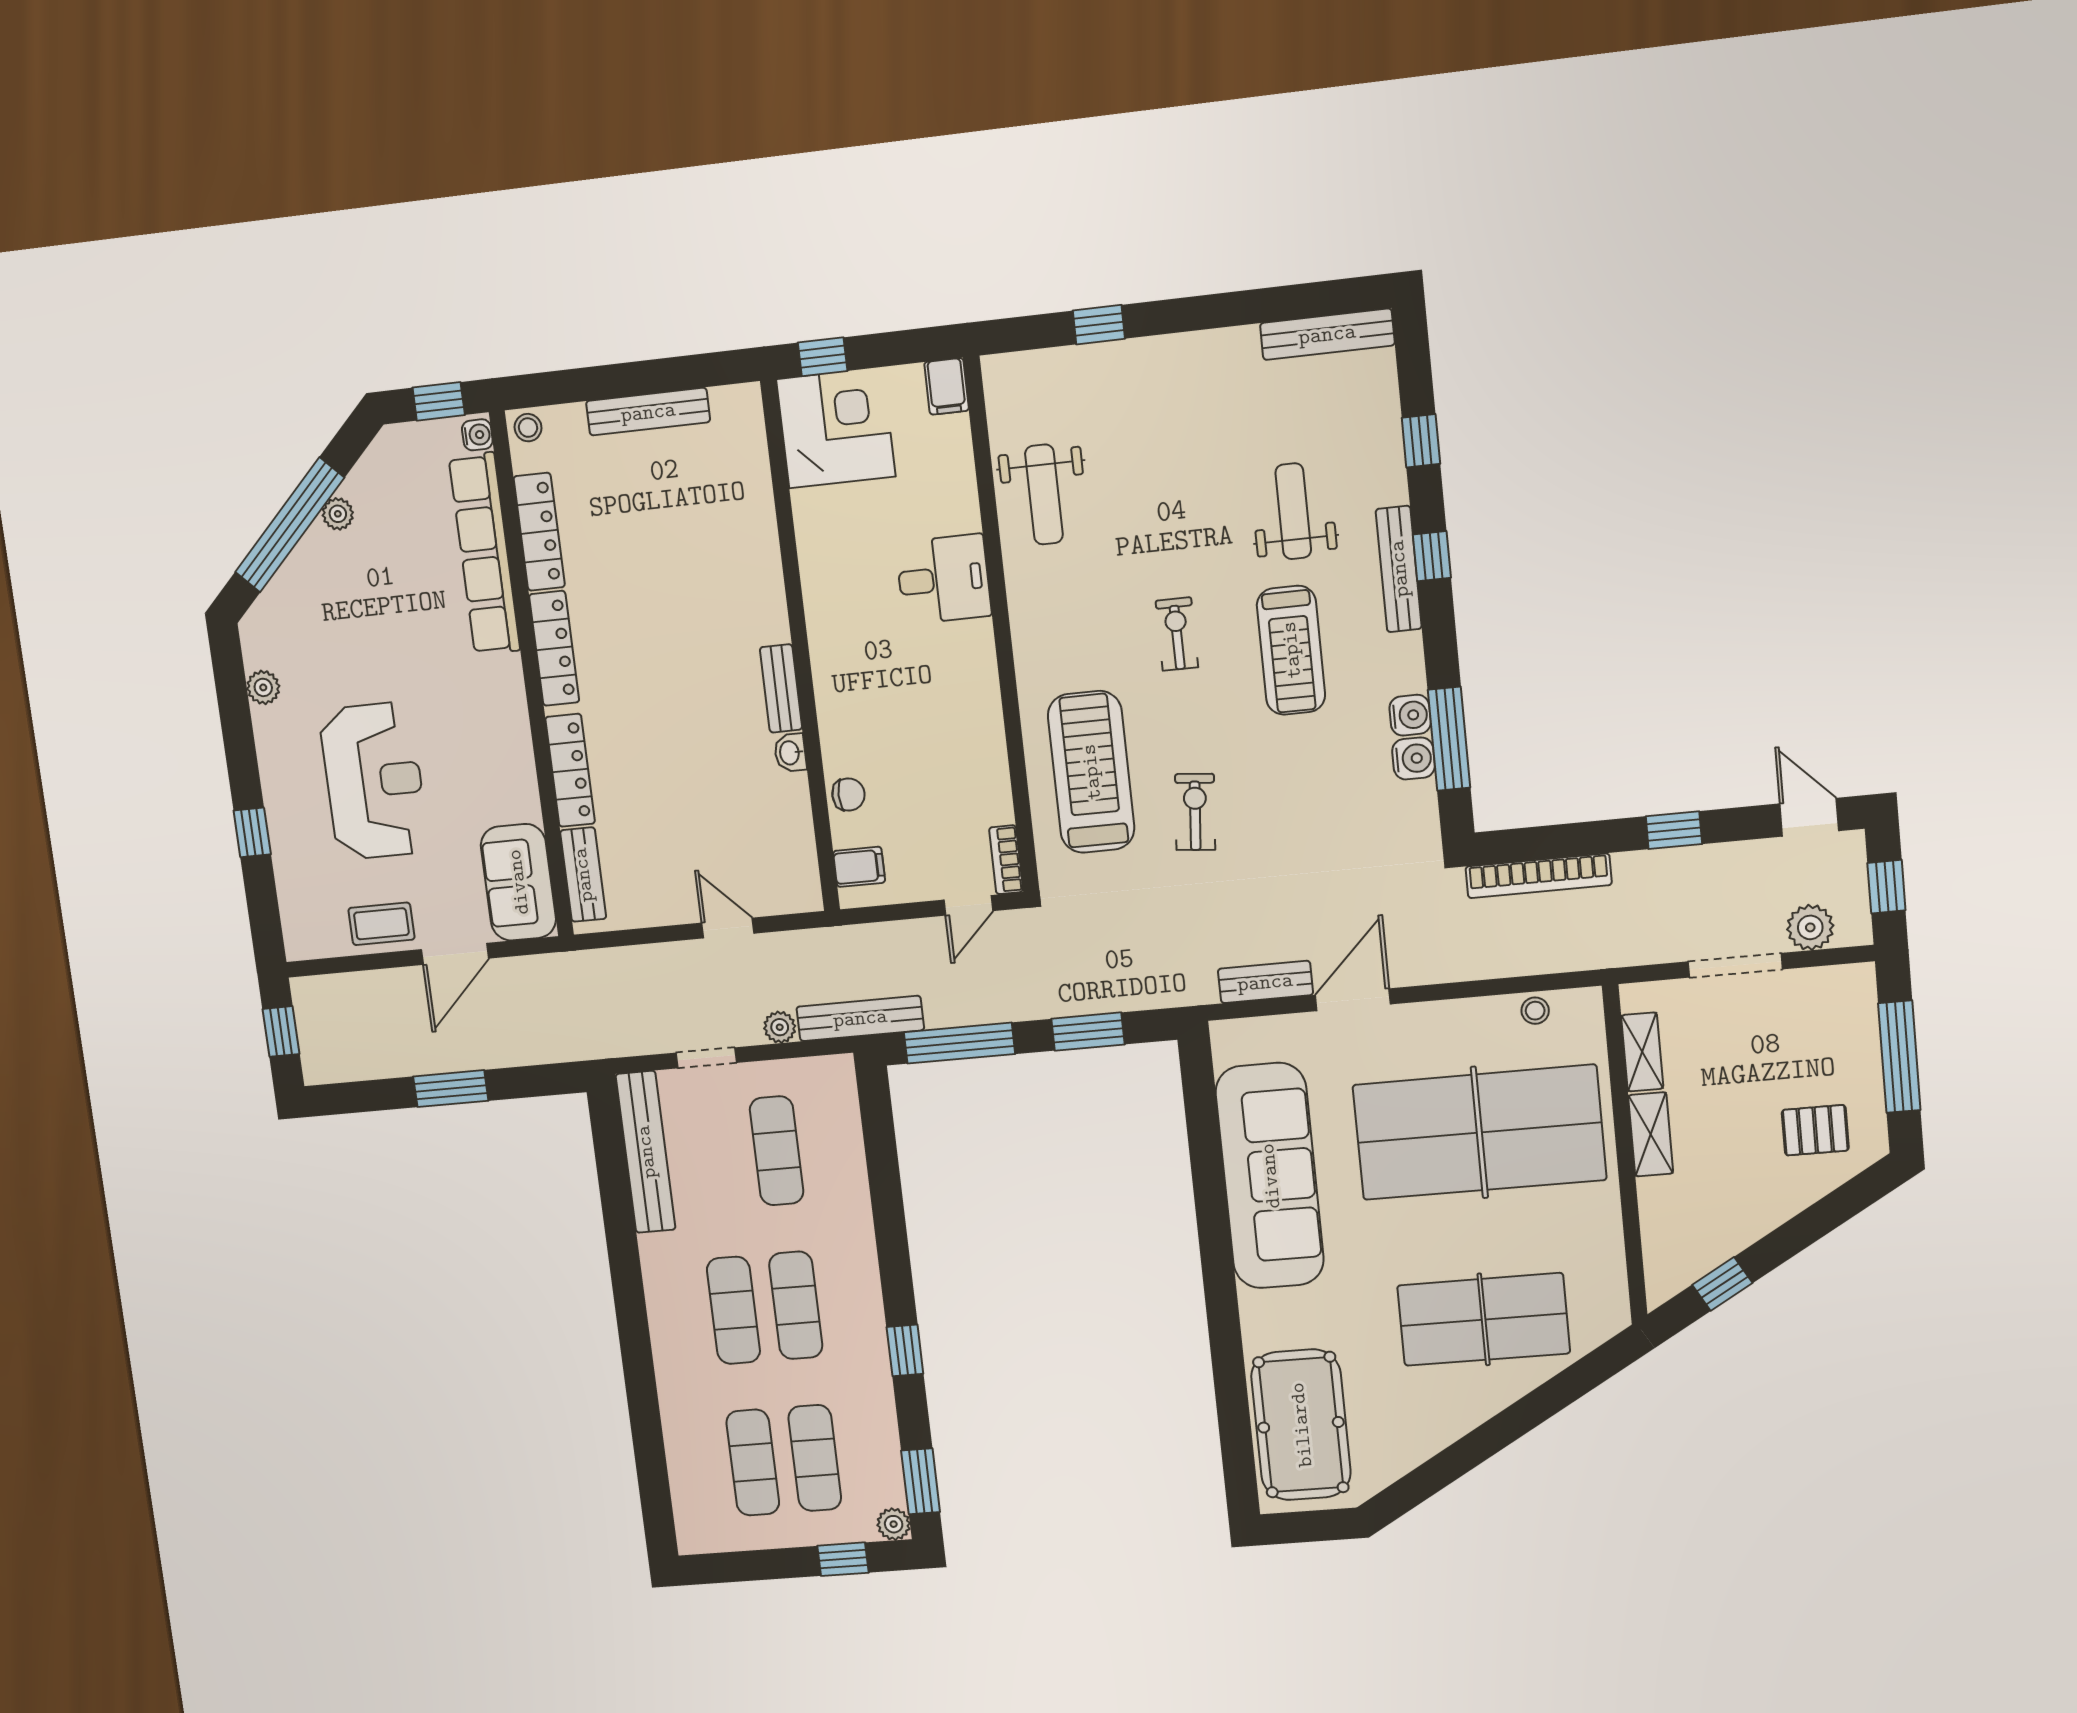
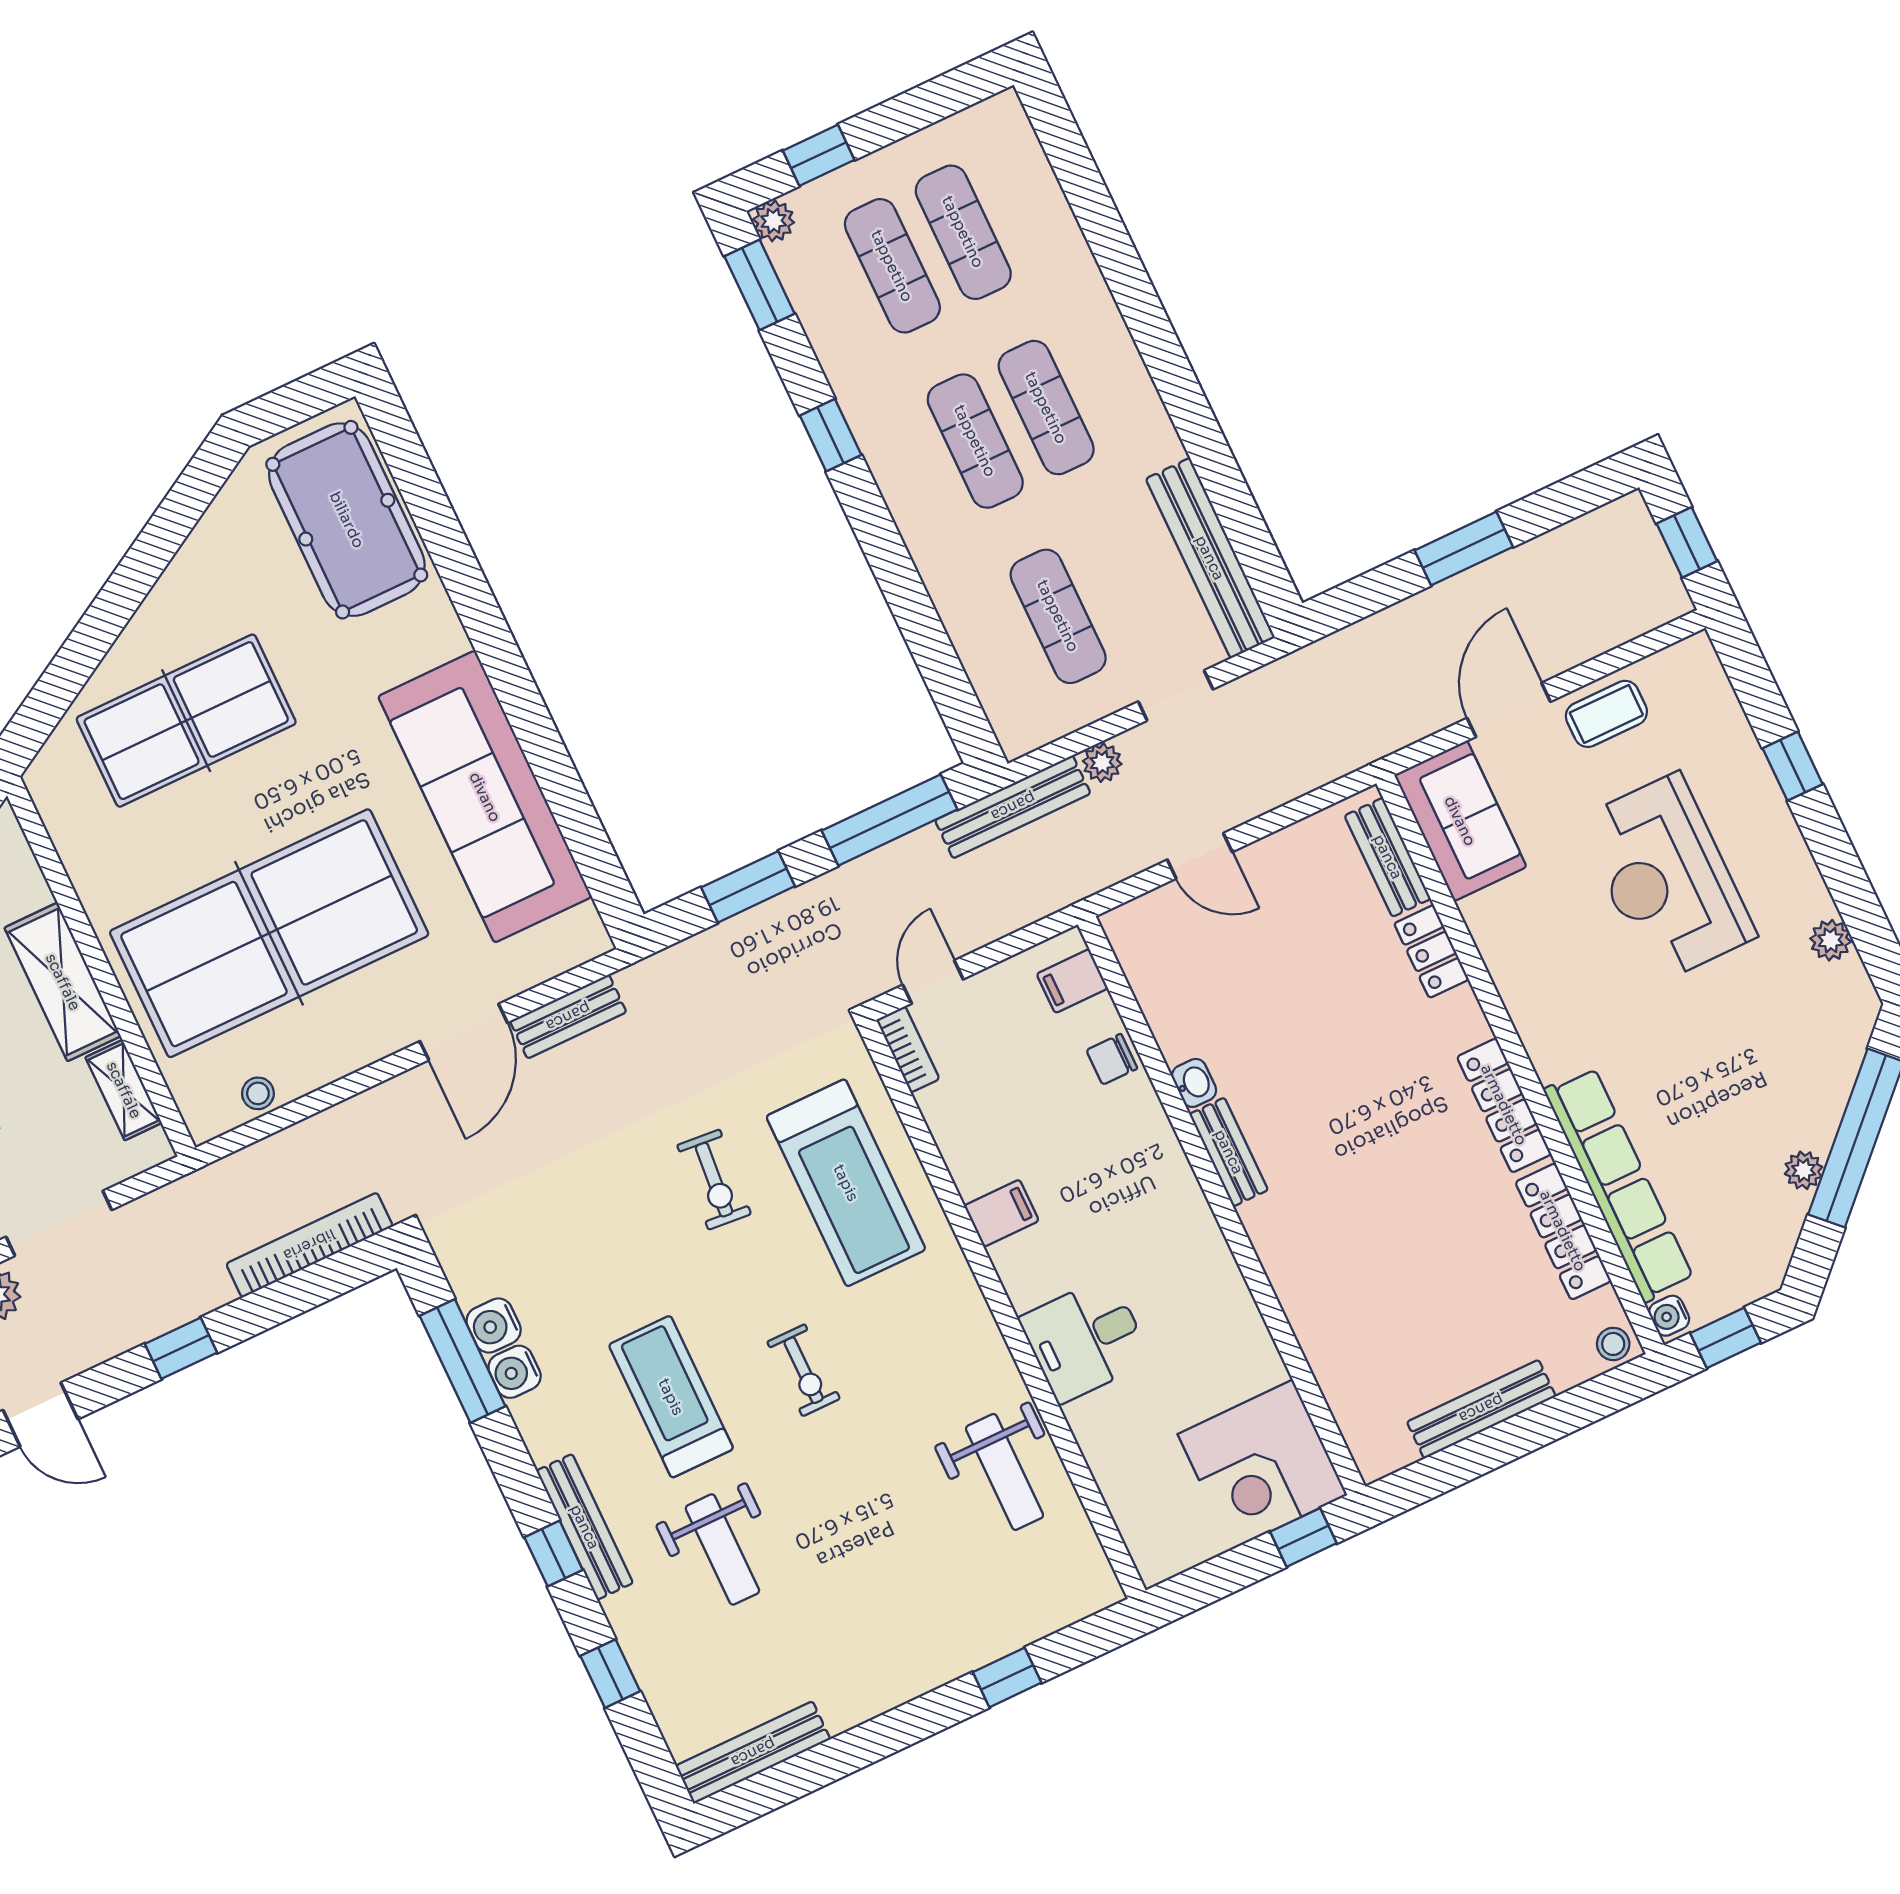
filing cabinet: (947, 386) -> (1001, 1213), moved, turned 90
weight bench: (1044, 494) -> (1005, 1472), turned 180
locker: (570, 770) -> (1431, 951), width x0.66
shelving: (1651, 1134) -> (63, 982), width x1.50, depth x1.33

